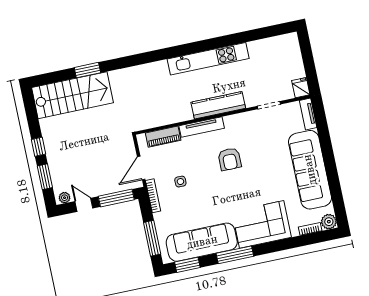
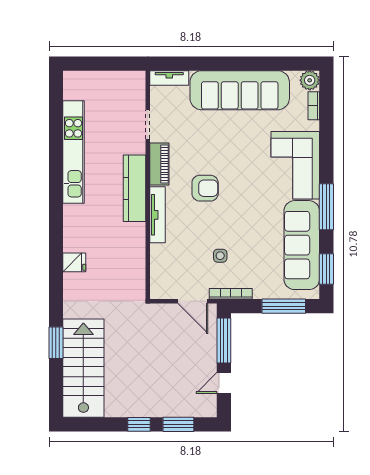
kitchen unit: (208, 59) -> (74, 152), moved
fridge: (301, 88) -> (74, 262), moved, turned 180
piano: (163, 137) -> (159, 164), moved
plant: (65, 198) -> (210, 405), removed

